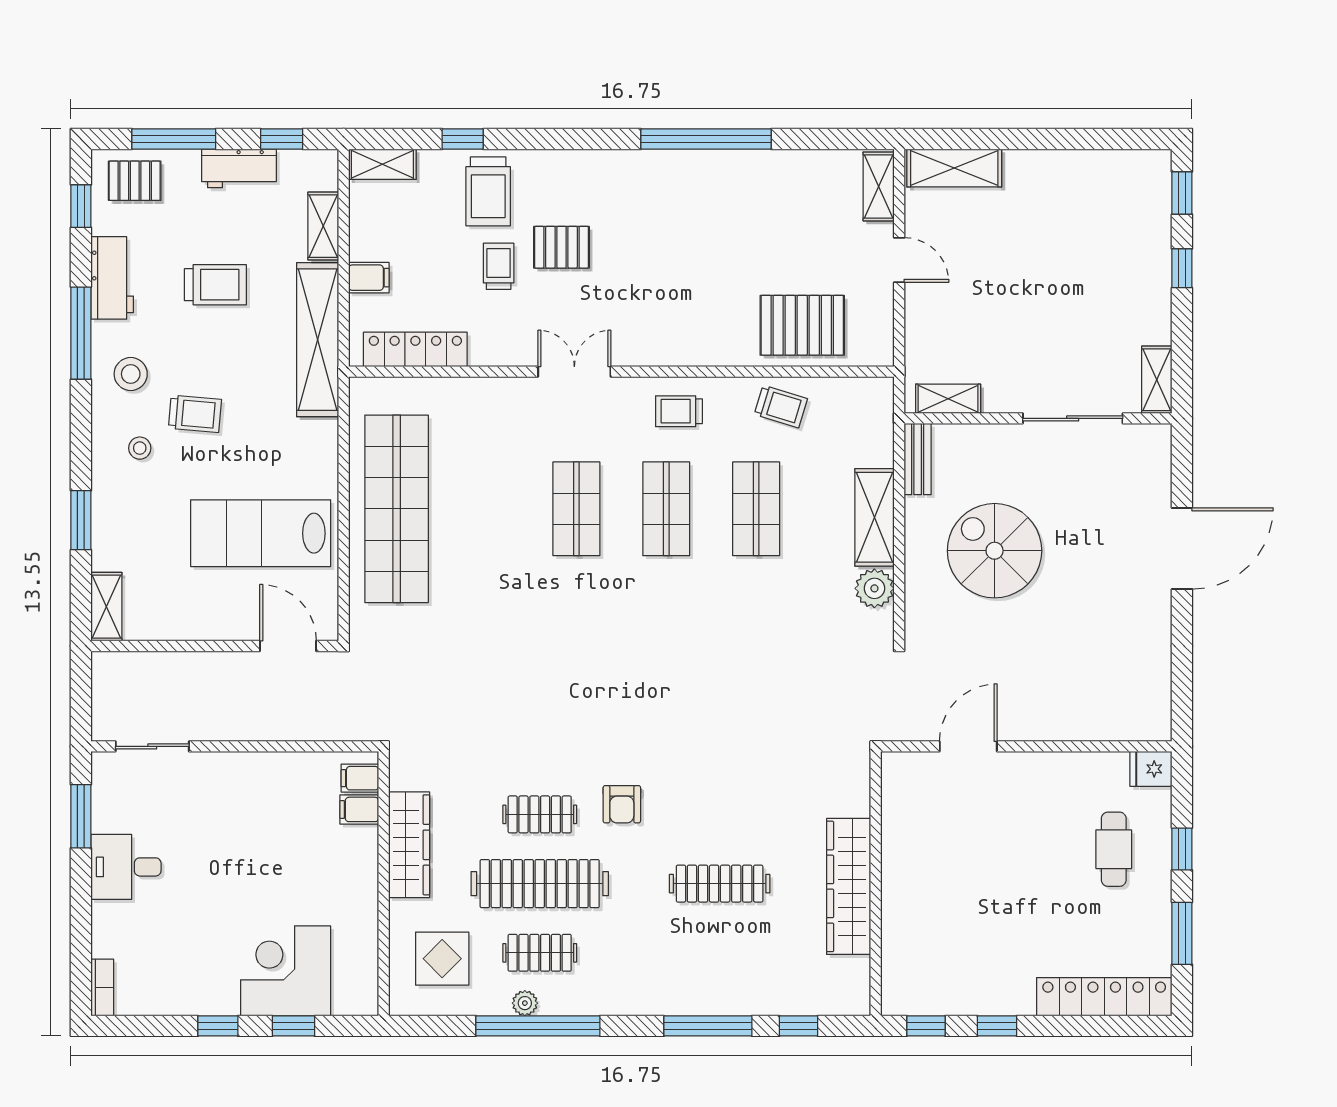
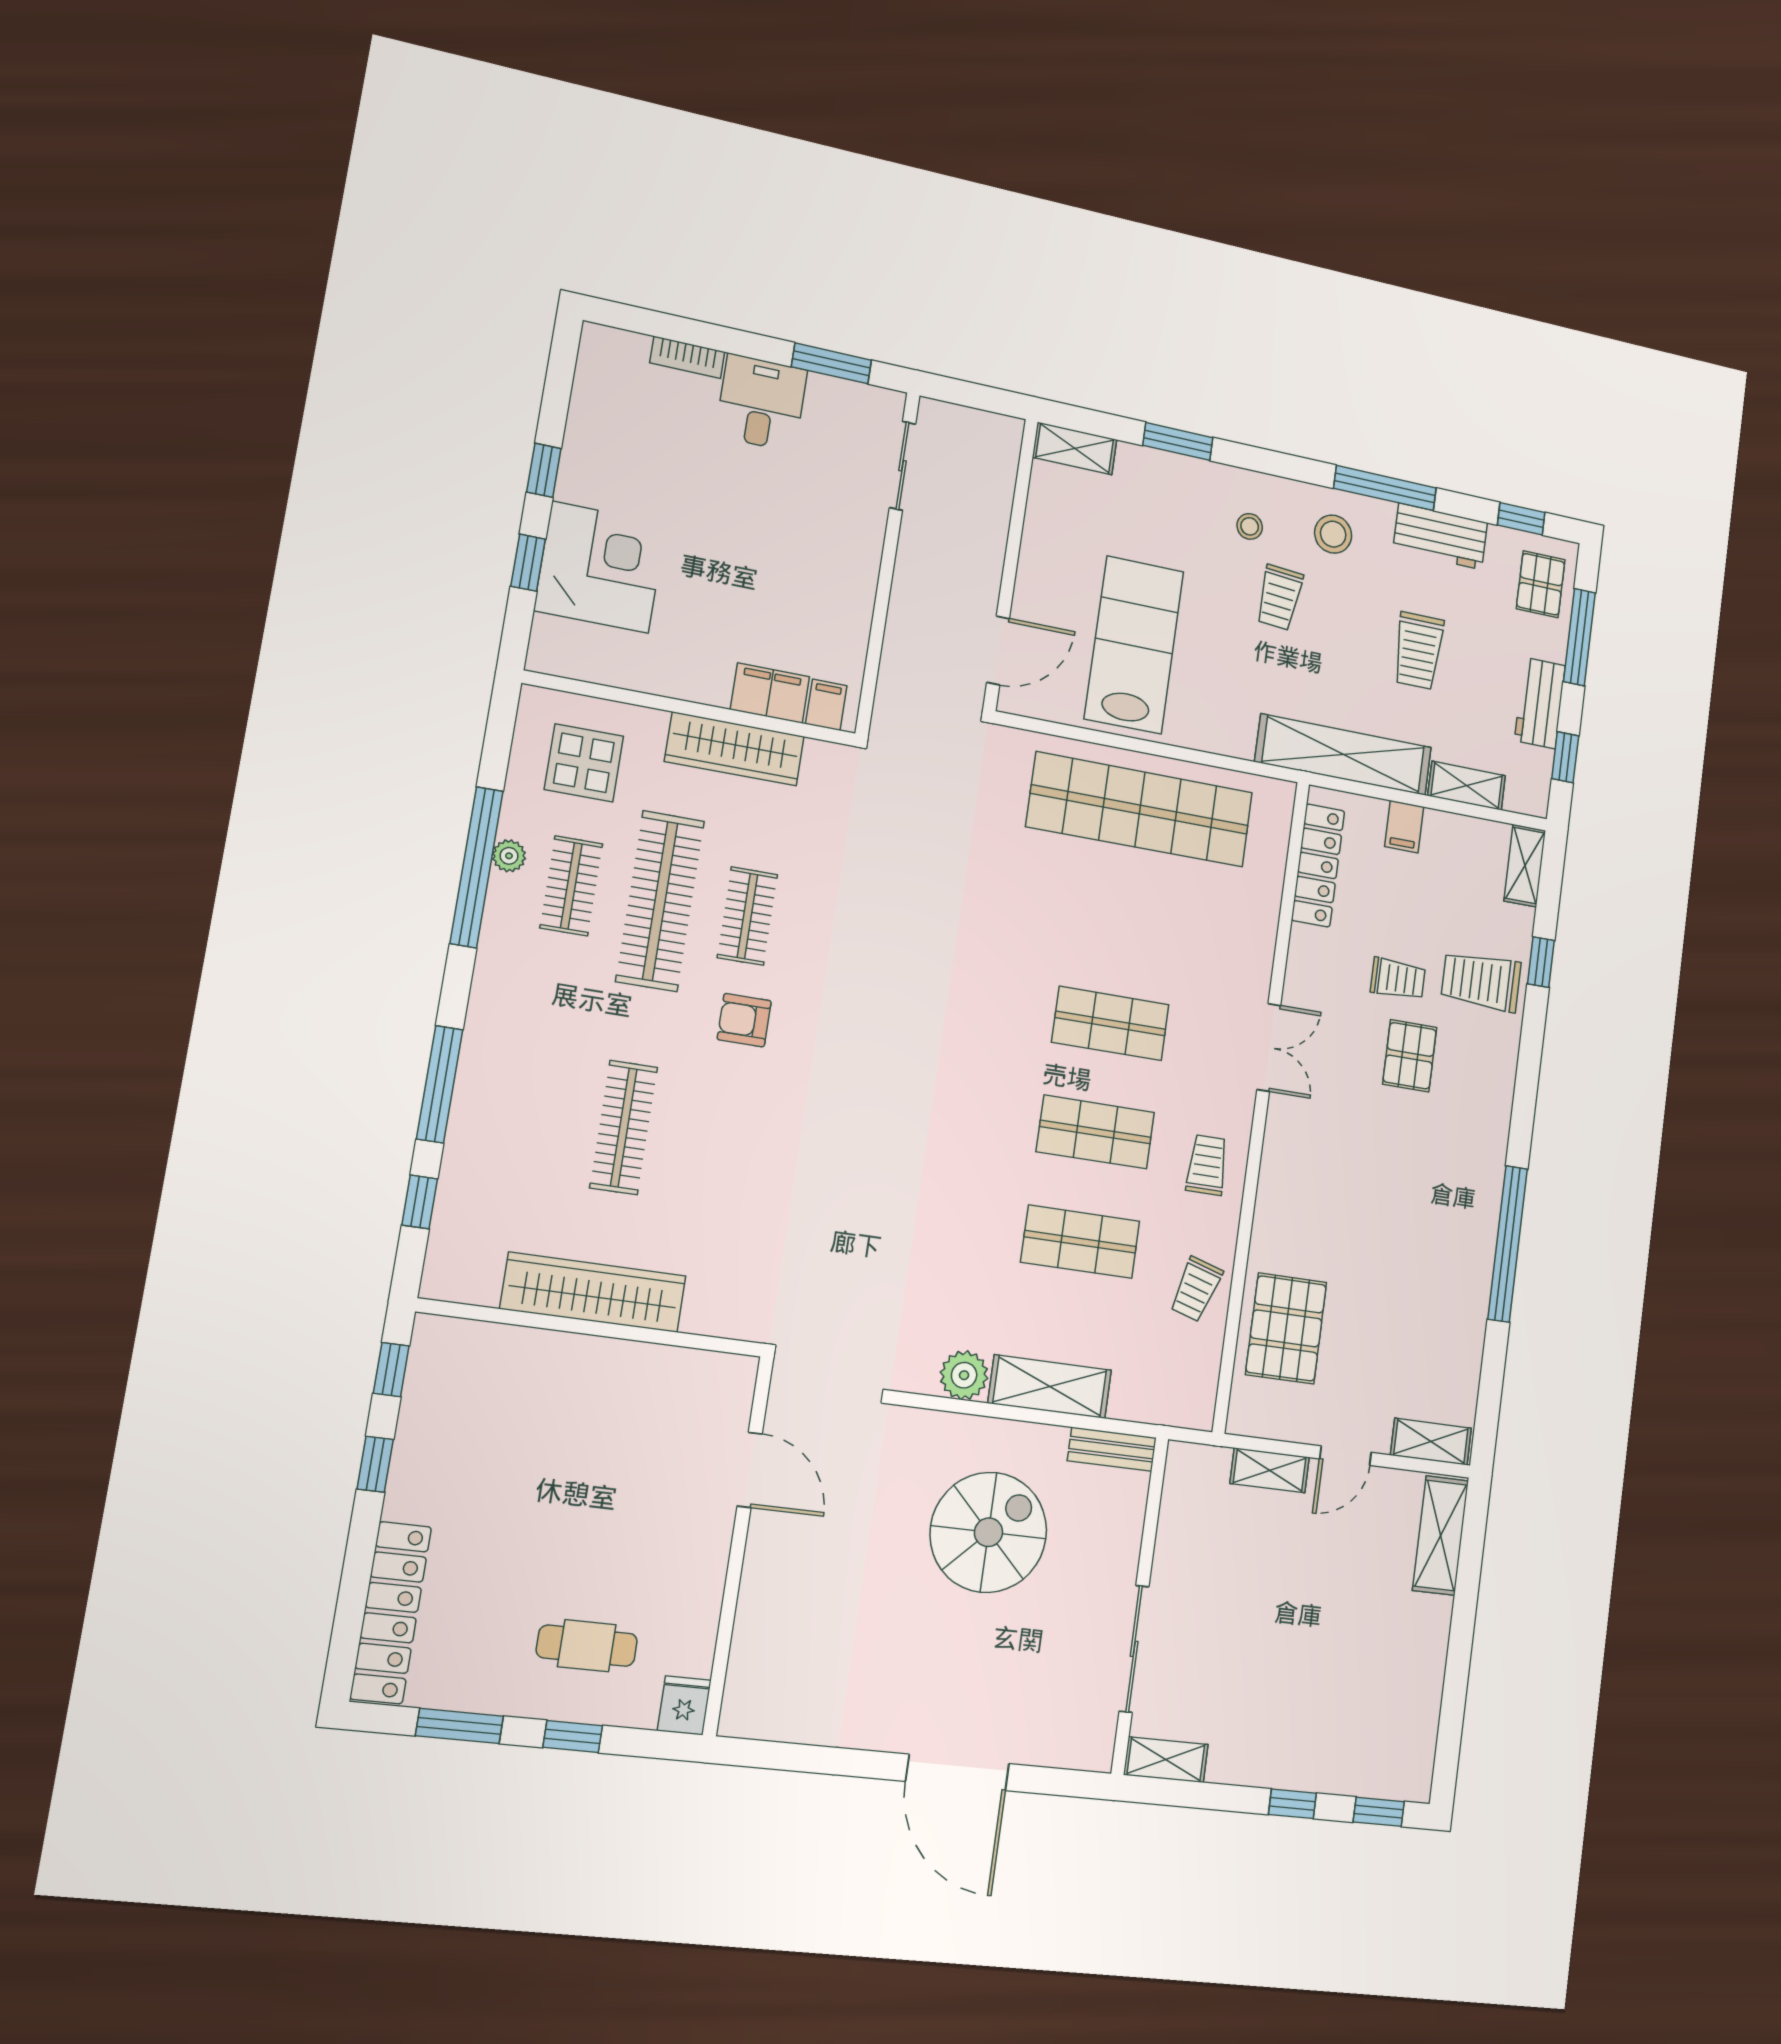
shelving: (948, 399) -> (1270, 1470), moved, turned 90
filing cabinet: (359, 809) -> (770, 693), width x2.00
bookcase: (102, 987) -> (687, 357), moved

